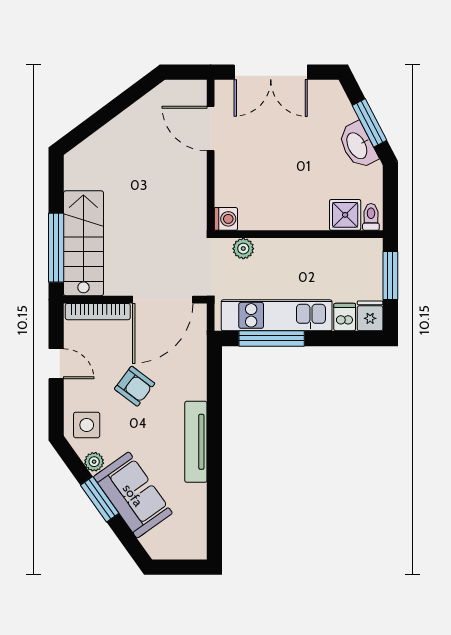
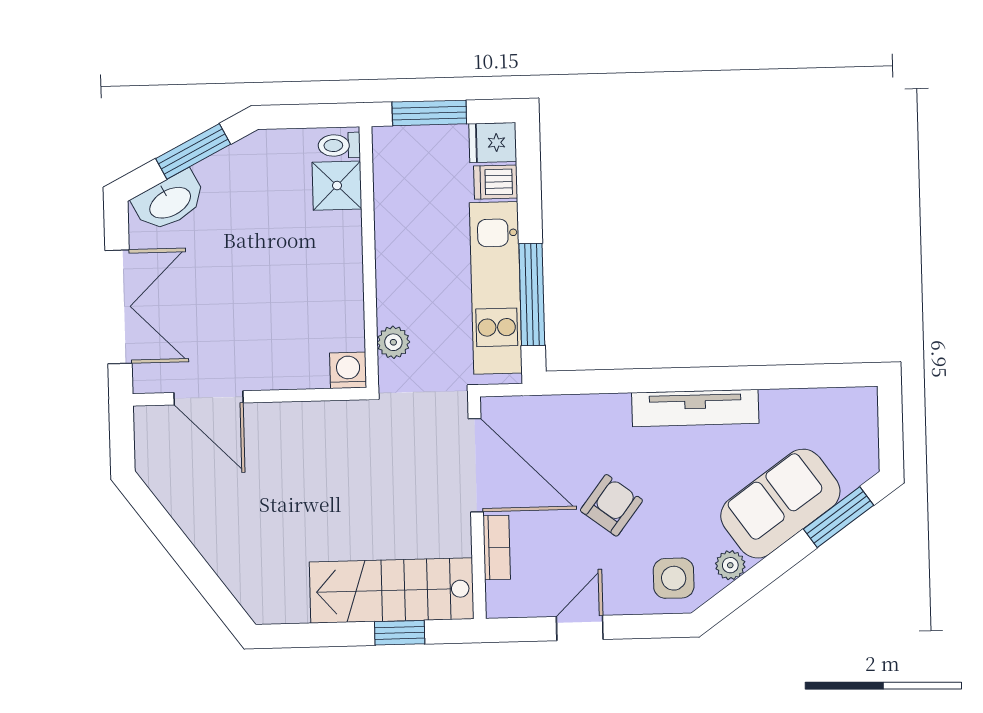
door: (211, 129) -> (208, 398), hinge flipped
washbasin: (358, 145) -> (170, 202), moved
window: (56, 248) -> (400, 633), width x0.46
bookcase: (98, 312) -> (497, 548), width x0.64
window: (100, 499) -> (839, 517), moved

